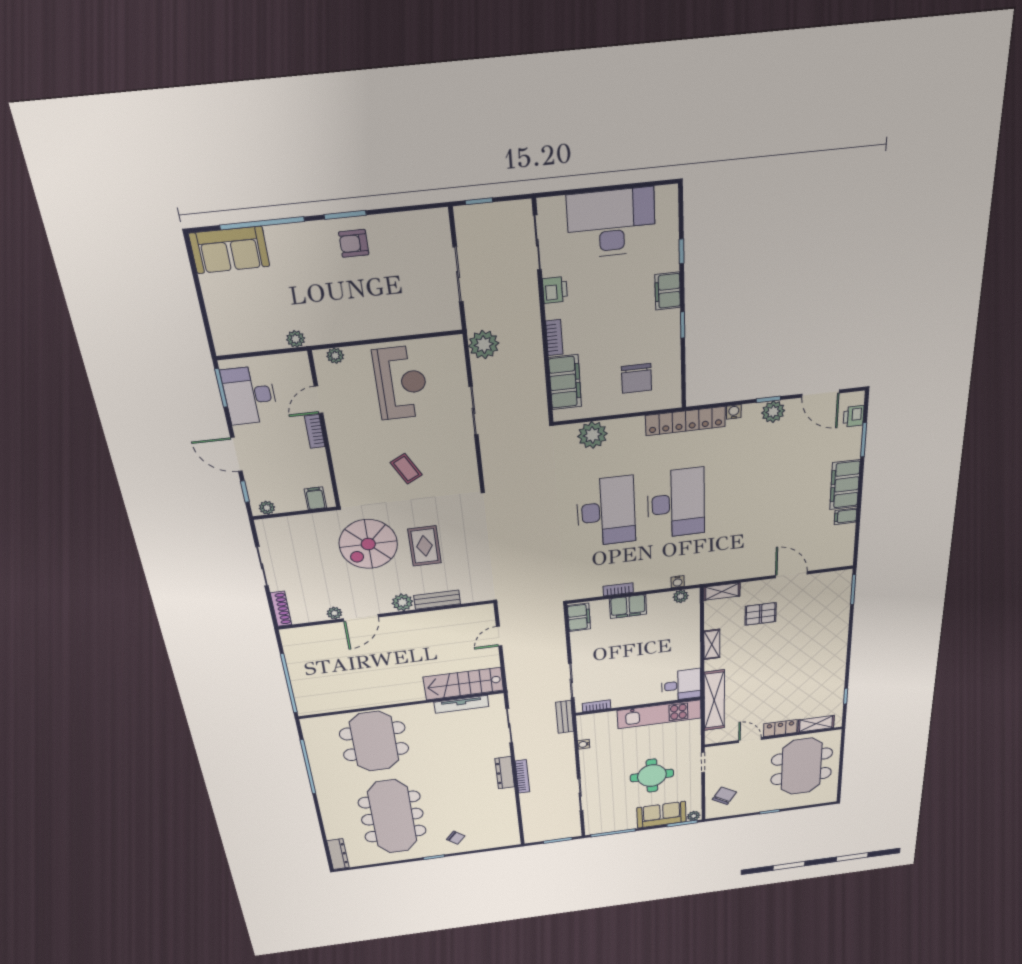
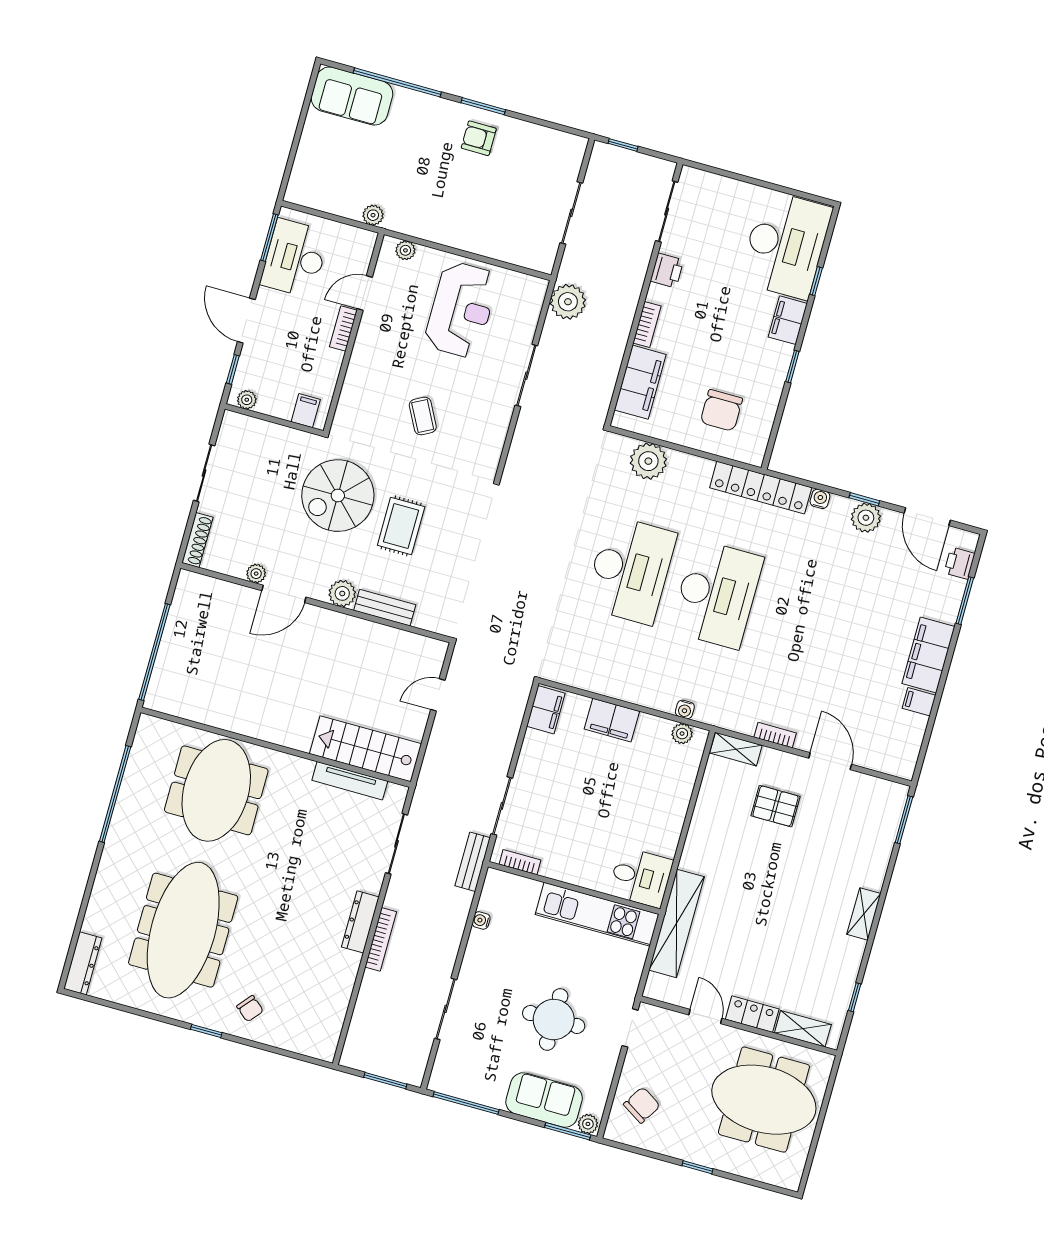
desk: (611, 223) -> (786, 245), moved, turned 90
bookcase: (618, 589) -> (775, 735), moved
shelving: (712, 644) -> (864, 914), moved
meeting table: (802, 766) -> (764, 1100), turned 90

